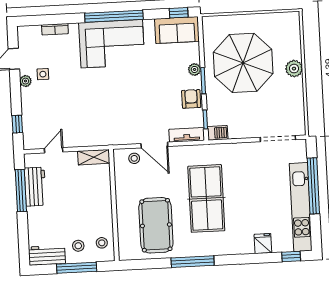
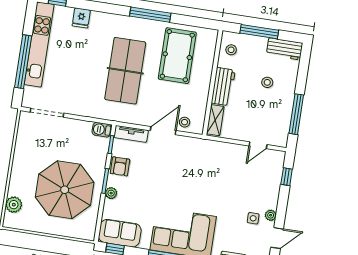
plant: (294, 69) -> (14, 205), moved
door: (154, 145) -> (163, 131), hinge flipped
shelving: (94, 157) -> (215, 120), moved, turned 90
workbench: (35, 187) -> (223, 87), moved, turned 180
stool: (78, 246) -> (267, 82), moved

